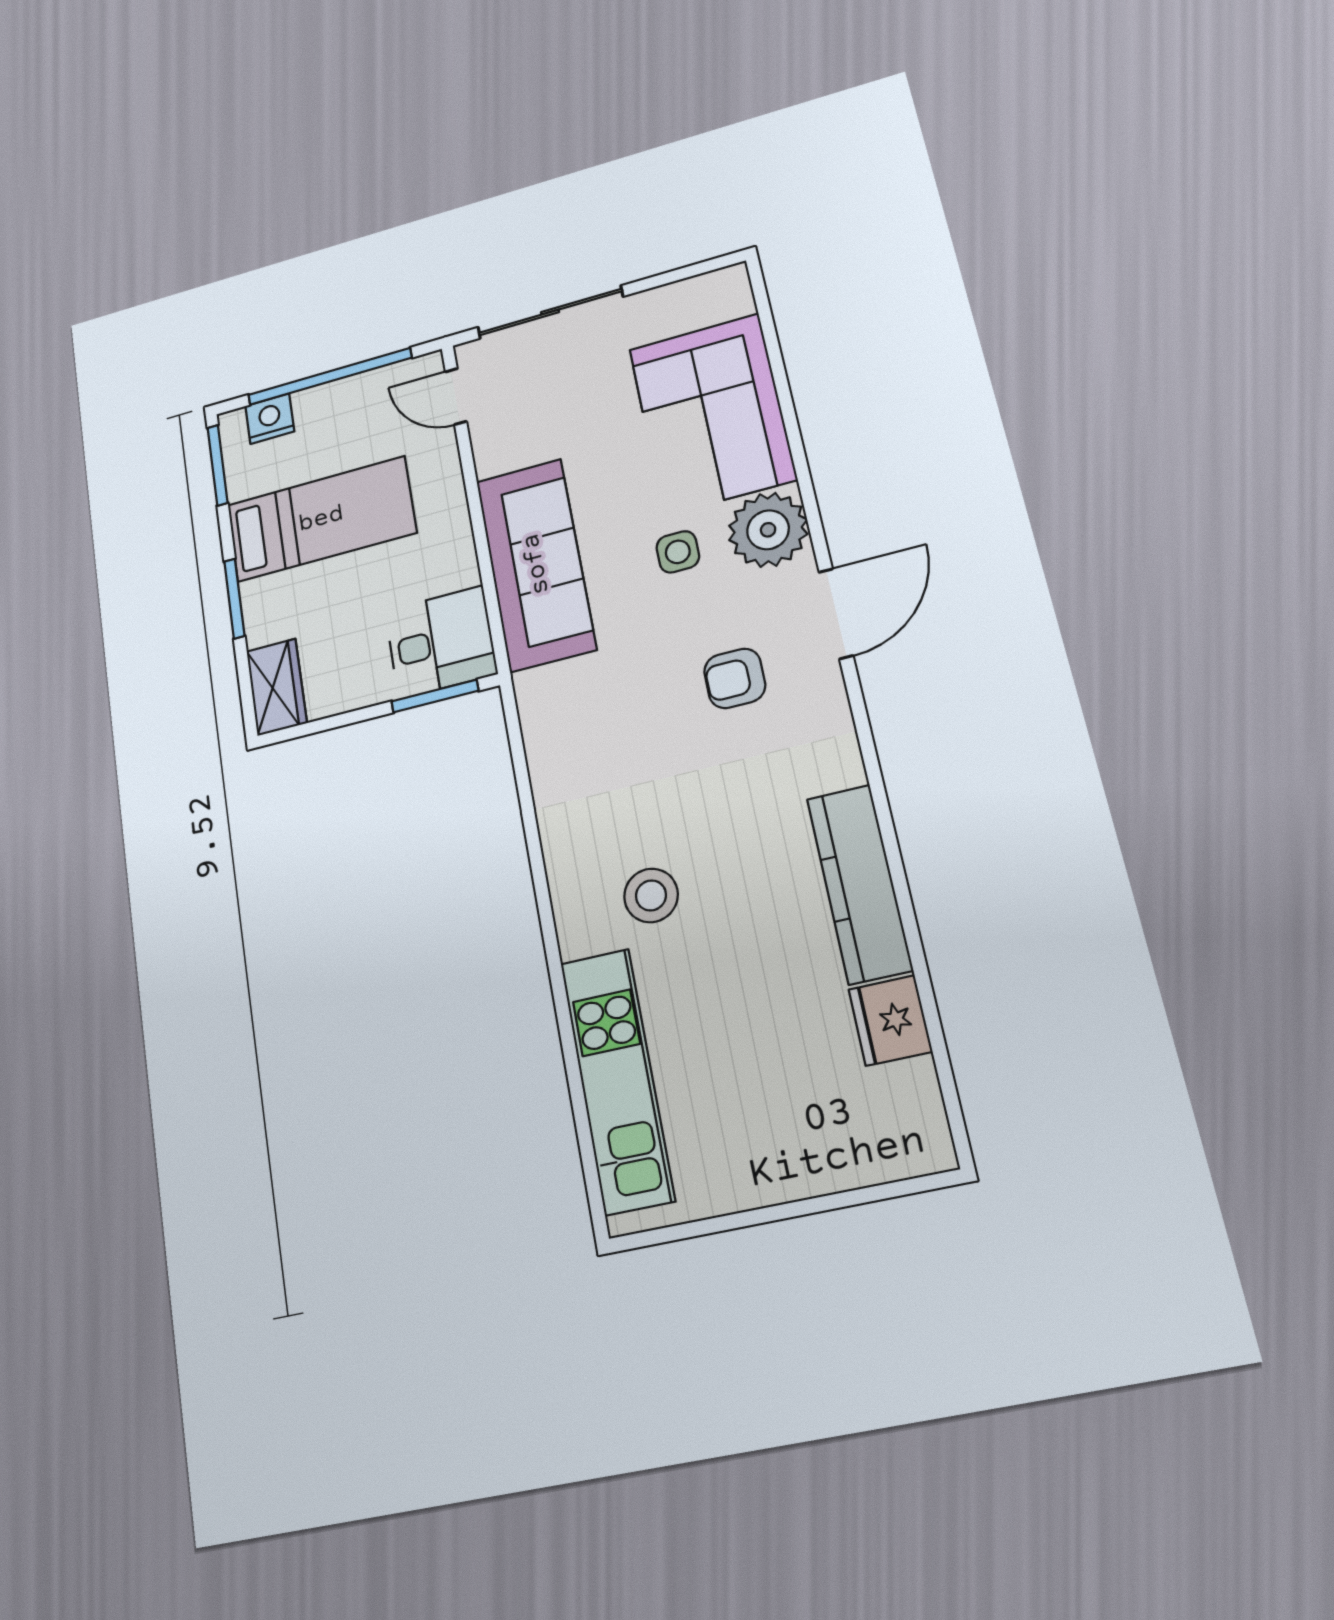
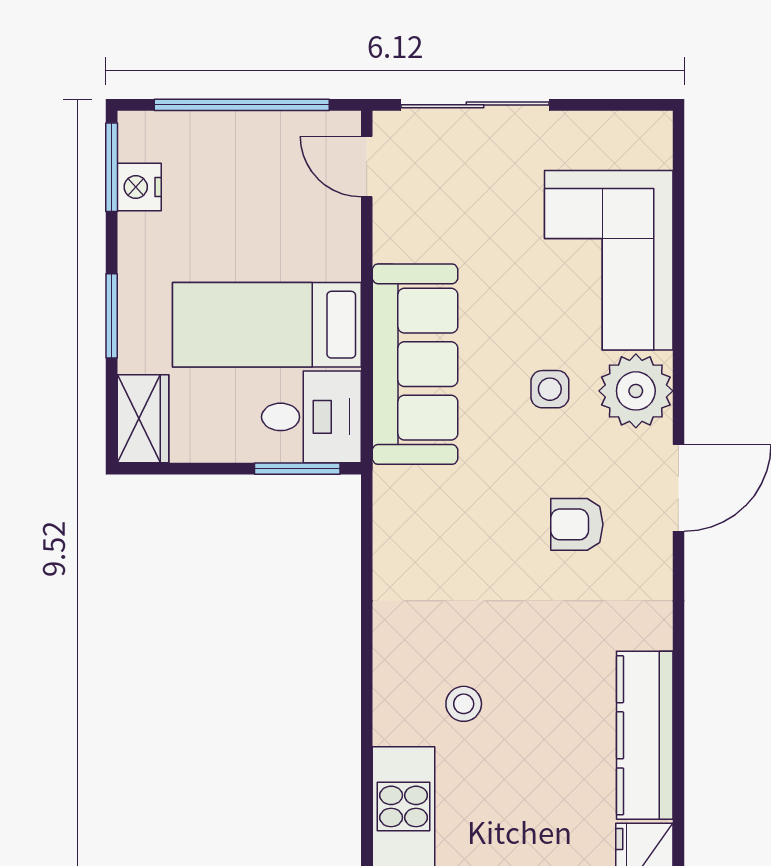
nightstand: (270, 419) -> (139, 187), moved, turned -90
bed: (321, 519) -> (267, 325), moved, turned 180
stool: (651, 895) -> (464, 704), width x0.73, depth x0.73

